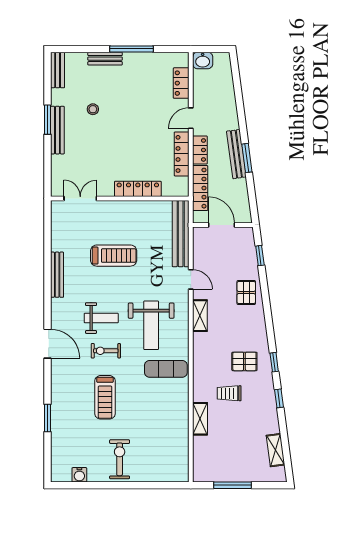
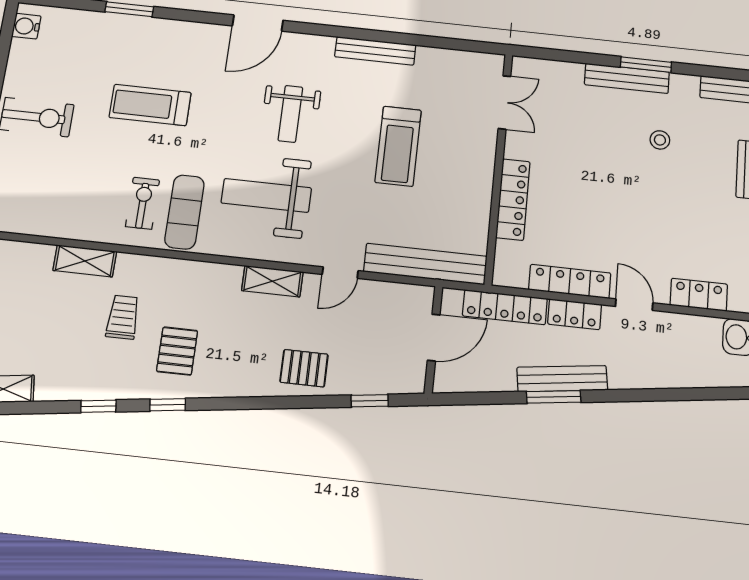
exercise bike: (106, 351) -> (143, 203), moved
water cooler: (79, 475) -> (26, 26), moved

